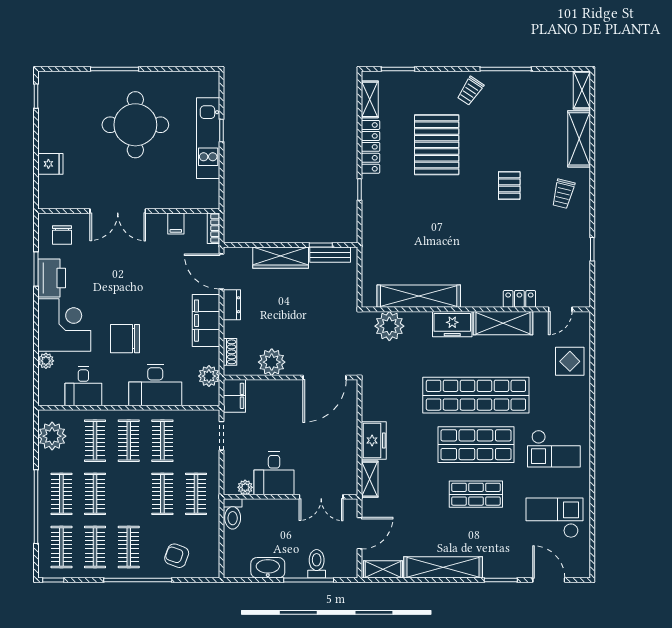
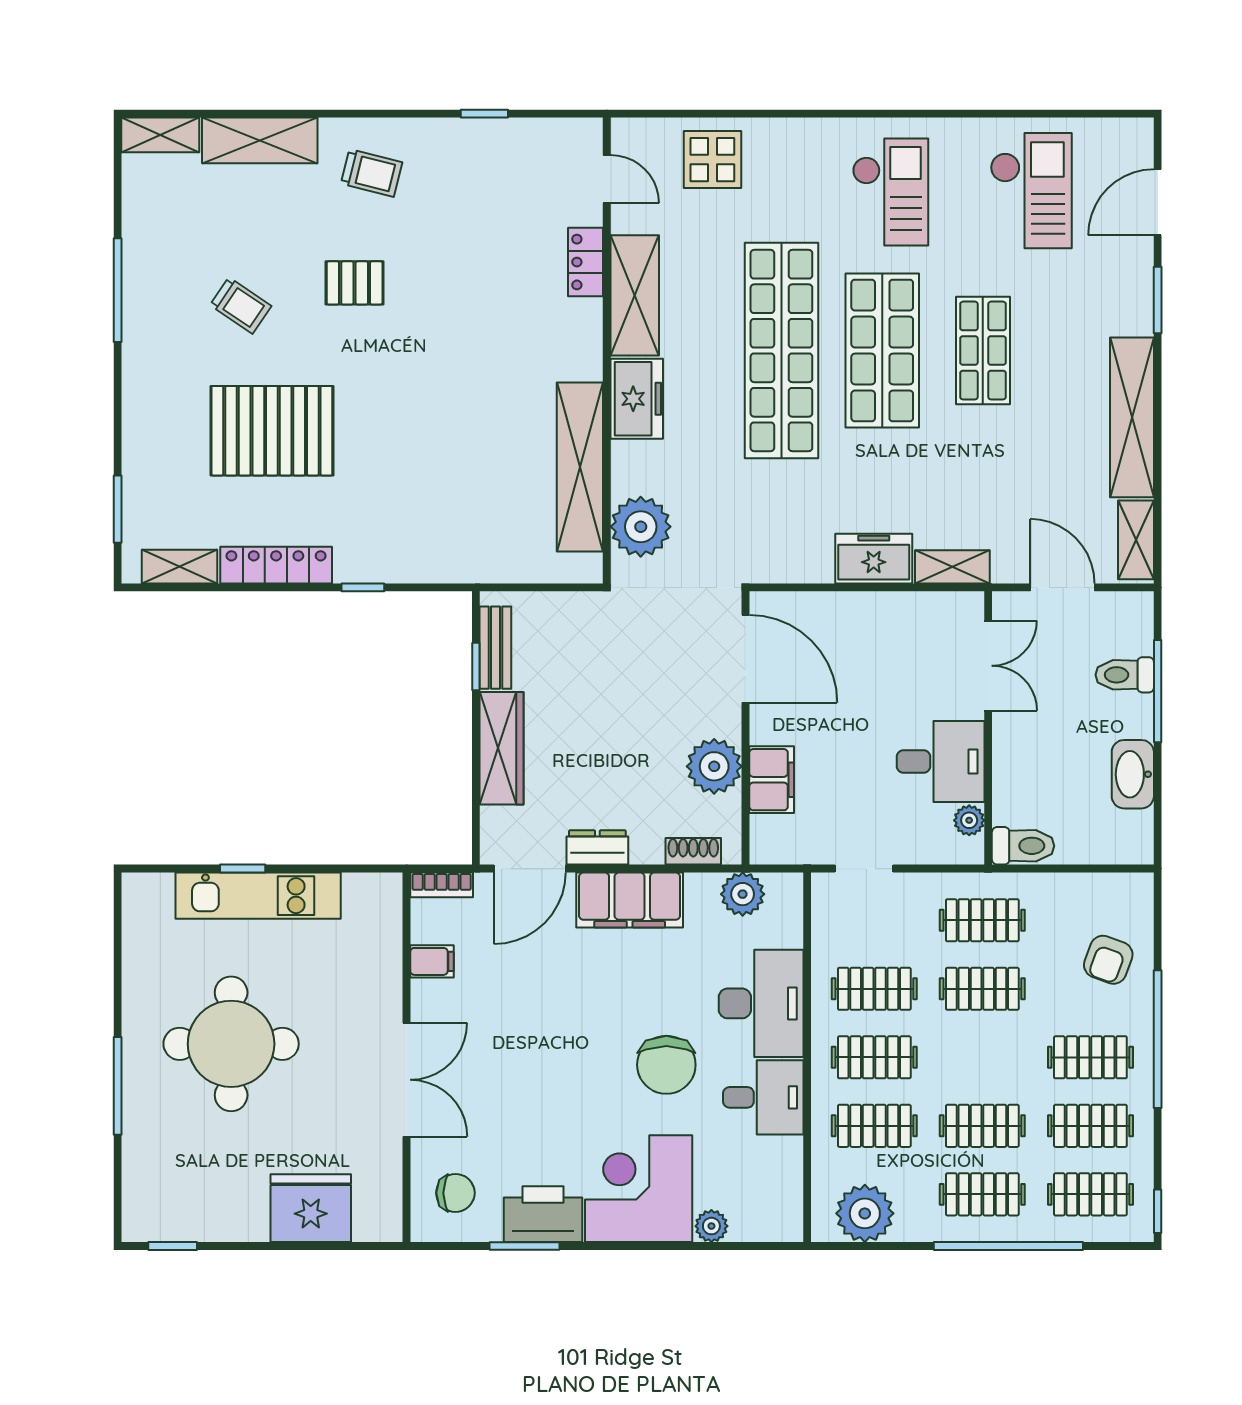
trolley: (470, 91) -> (241, 305), moved
fridge: (50, 164) -> (311, 1208), width x1.88, depth x1.34
desk: (83, 386) -> (763, 1097), moved
filing cabinet: (234, 396) -> (772, 780), moved, turned 90
checkout: (555, 518) -> (1031, 191), turned 180

